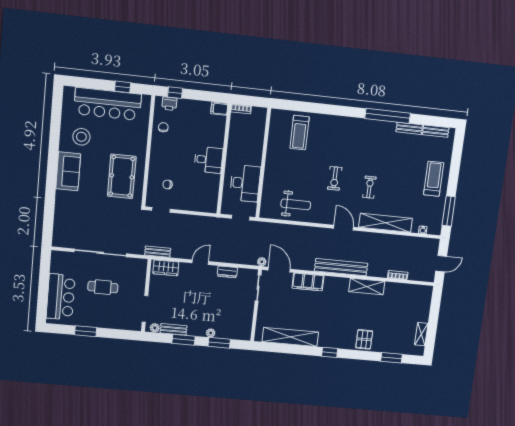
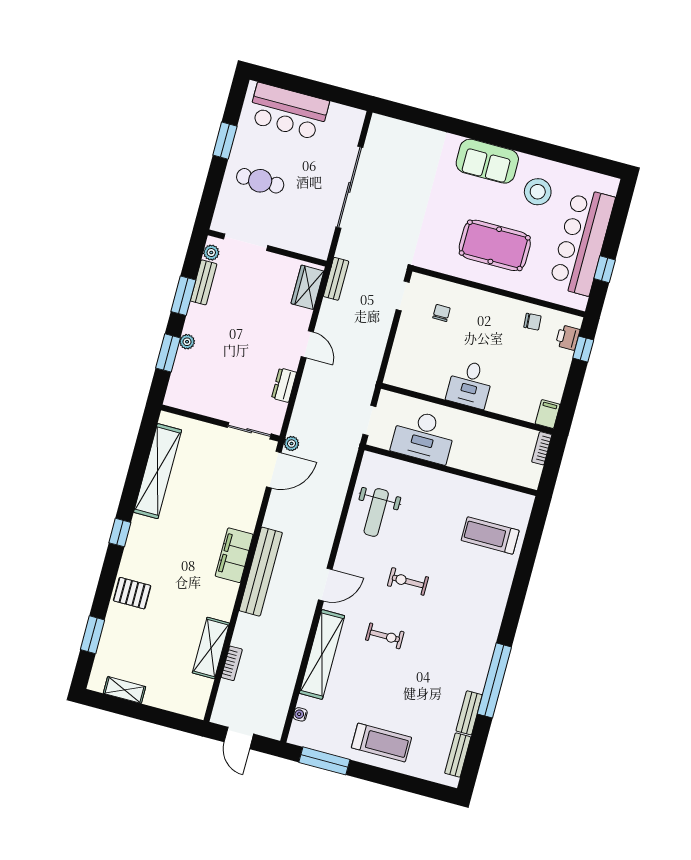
pool table: (122, 176) -> (495, 245), moved
filing cabinet: (308, 282) -> (234, 555), moved
cafe table: (103, 287) -> (260, 181), moved, turned 90
shelving: (367, 287) -> (211, 648), moved

